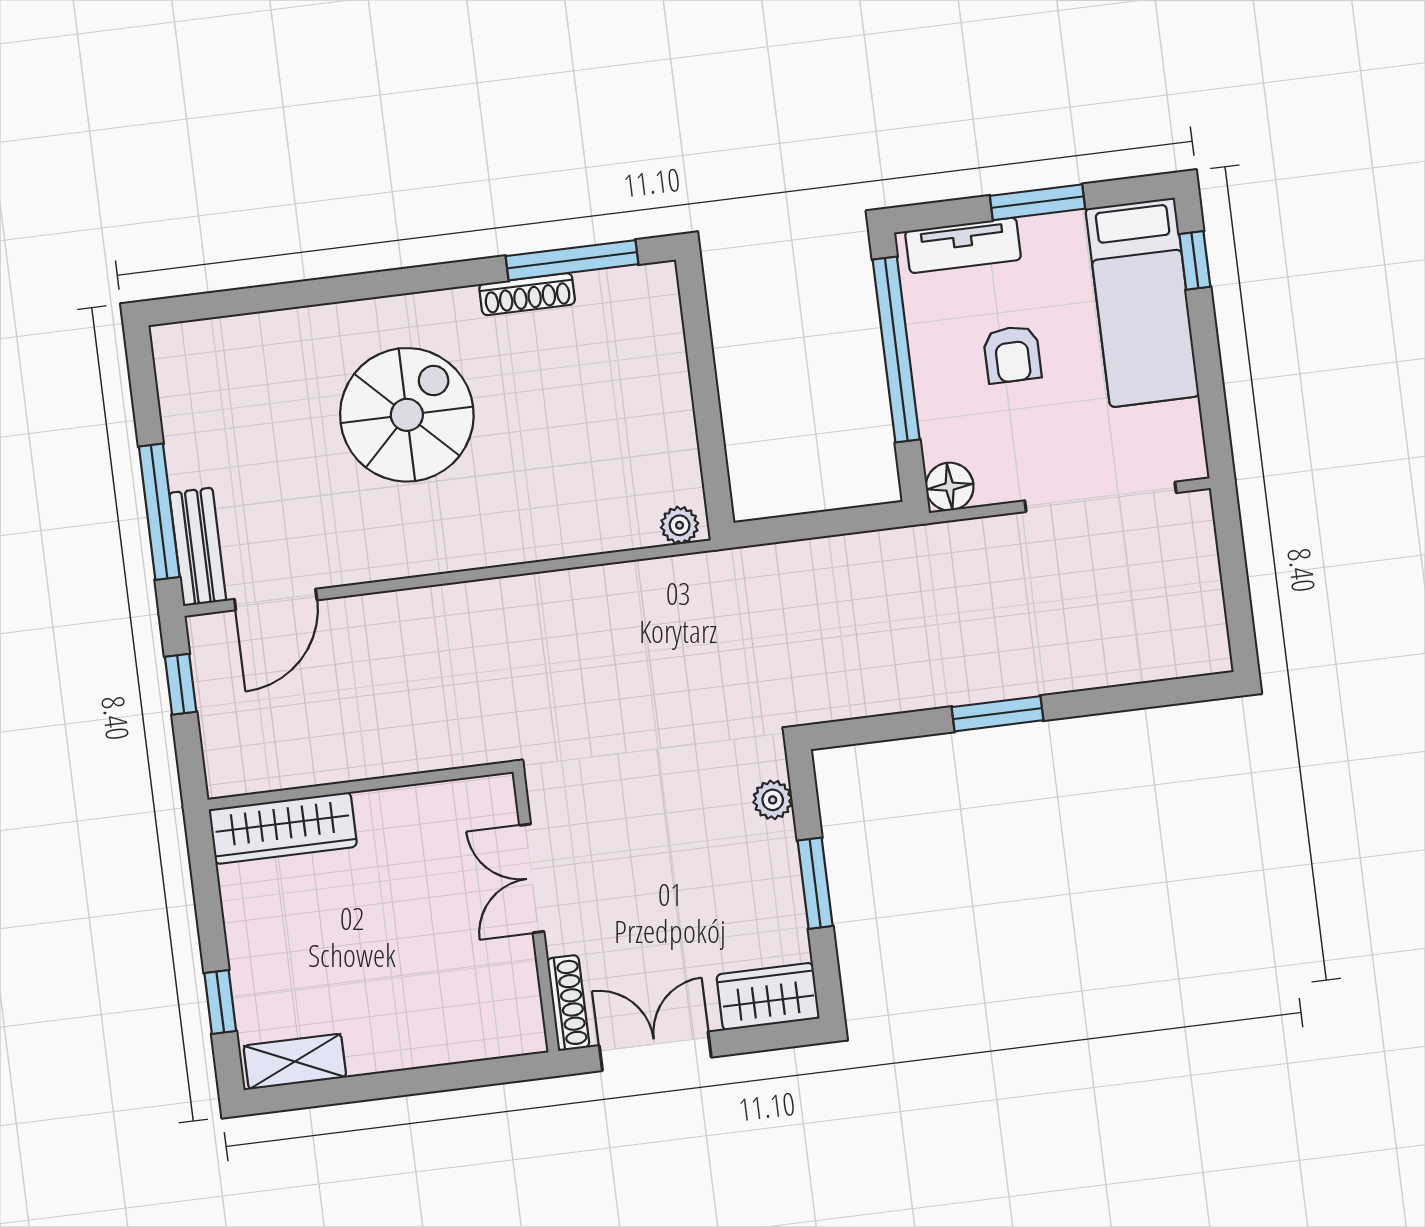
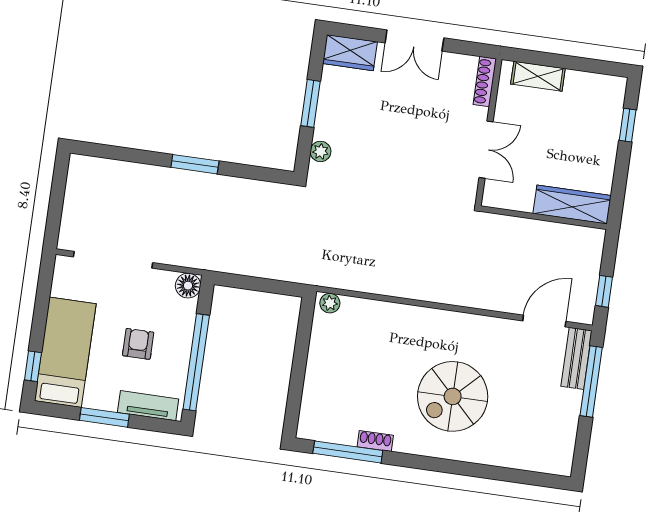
shoe rack: (527, 294) -> (375, 441), width x0.70
double door: (532, 878) -> (486, 150), moved
wall: (536, 911) -> (488, 132), moved
shoe rack: (568, 1003) -> (485, 82), moved
shelving: (295, 1062) -> (538, 76), moved

